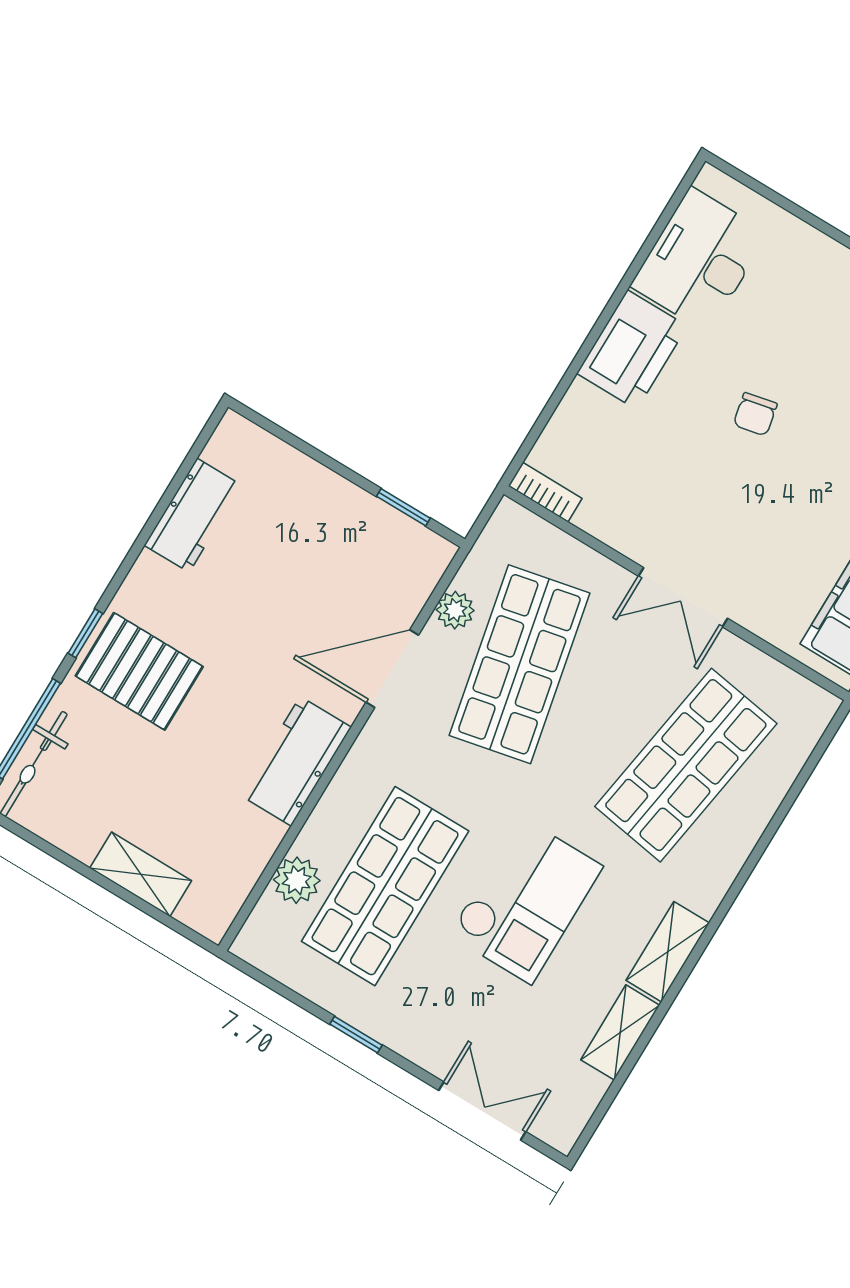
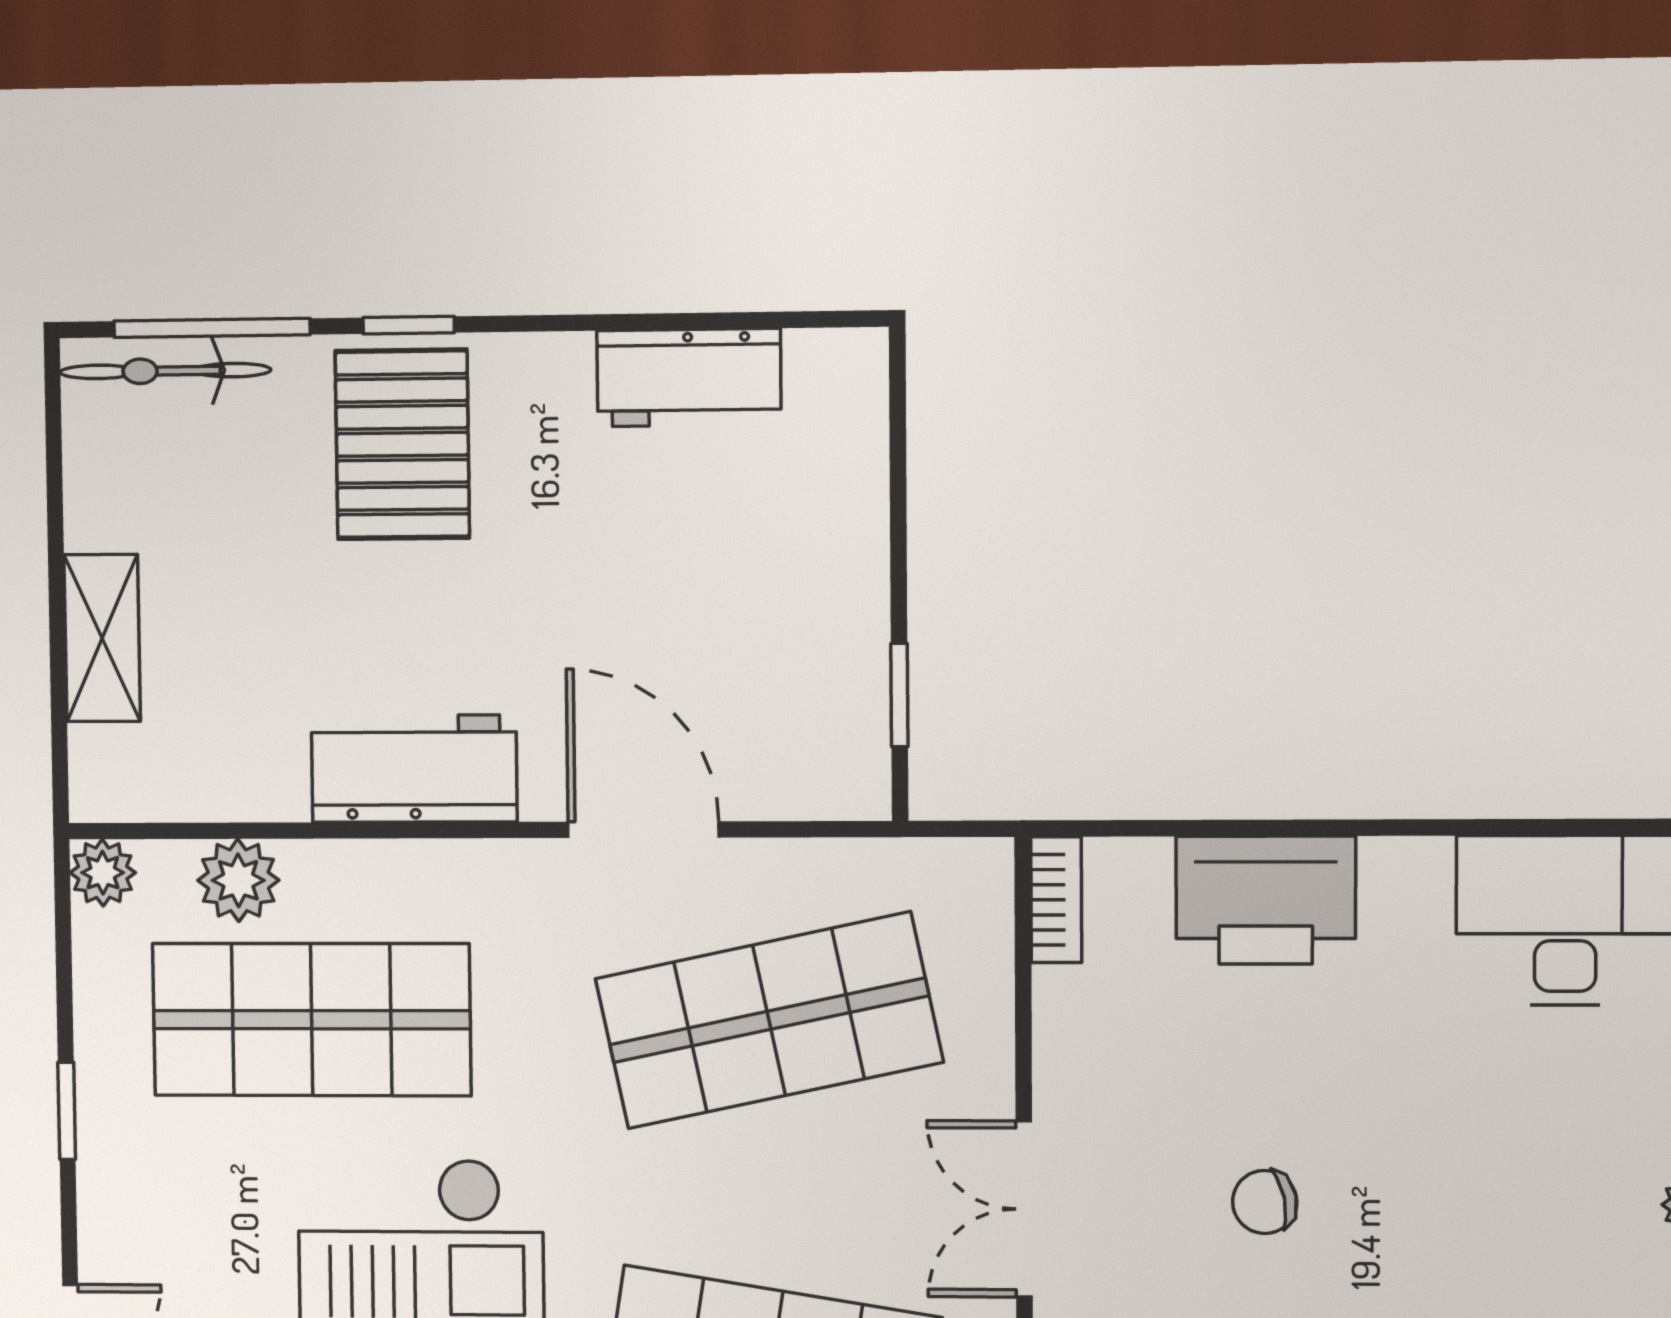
printer: (632, 350) -> (1266, 900), moved
chair: (755, 414) -> (1265, 1202), moved
plant: (455, 610) -> (103, 873), moved

